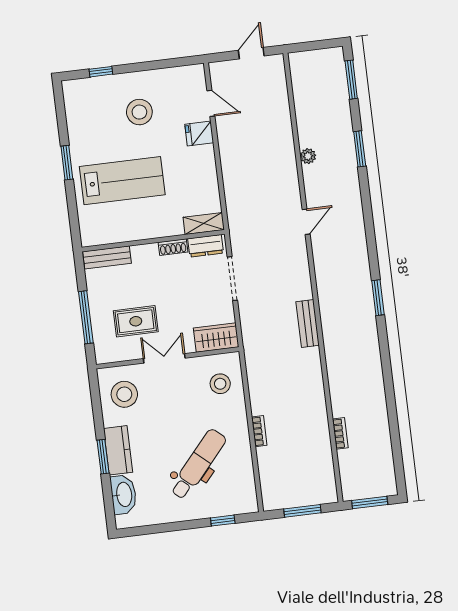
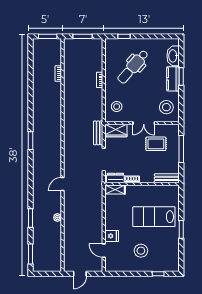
bench: (308, 323) -> (98, 133), moved

